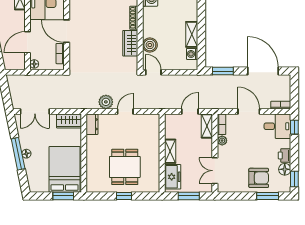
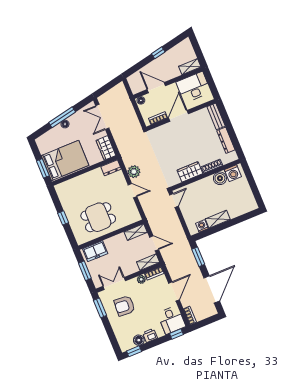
boiler: (150, 45) -> (220, 178), moved
shelving: (170, 151) -> (136, 232), moved
dining table: (125, 167) -> (98, 217), moved
armchair: (259, 178) -> (124, 306), moved, turned 94
window: (268, 196) -> (100, 308), moved

